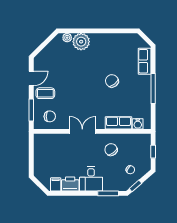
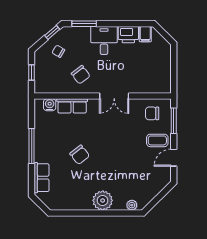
plant: (81, 42) -> (103, 200), moved

